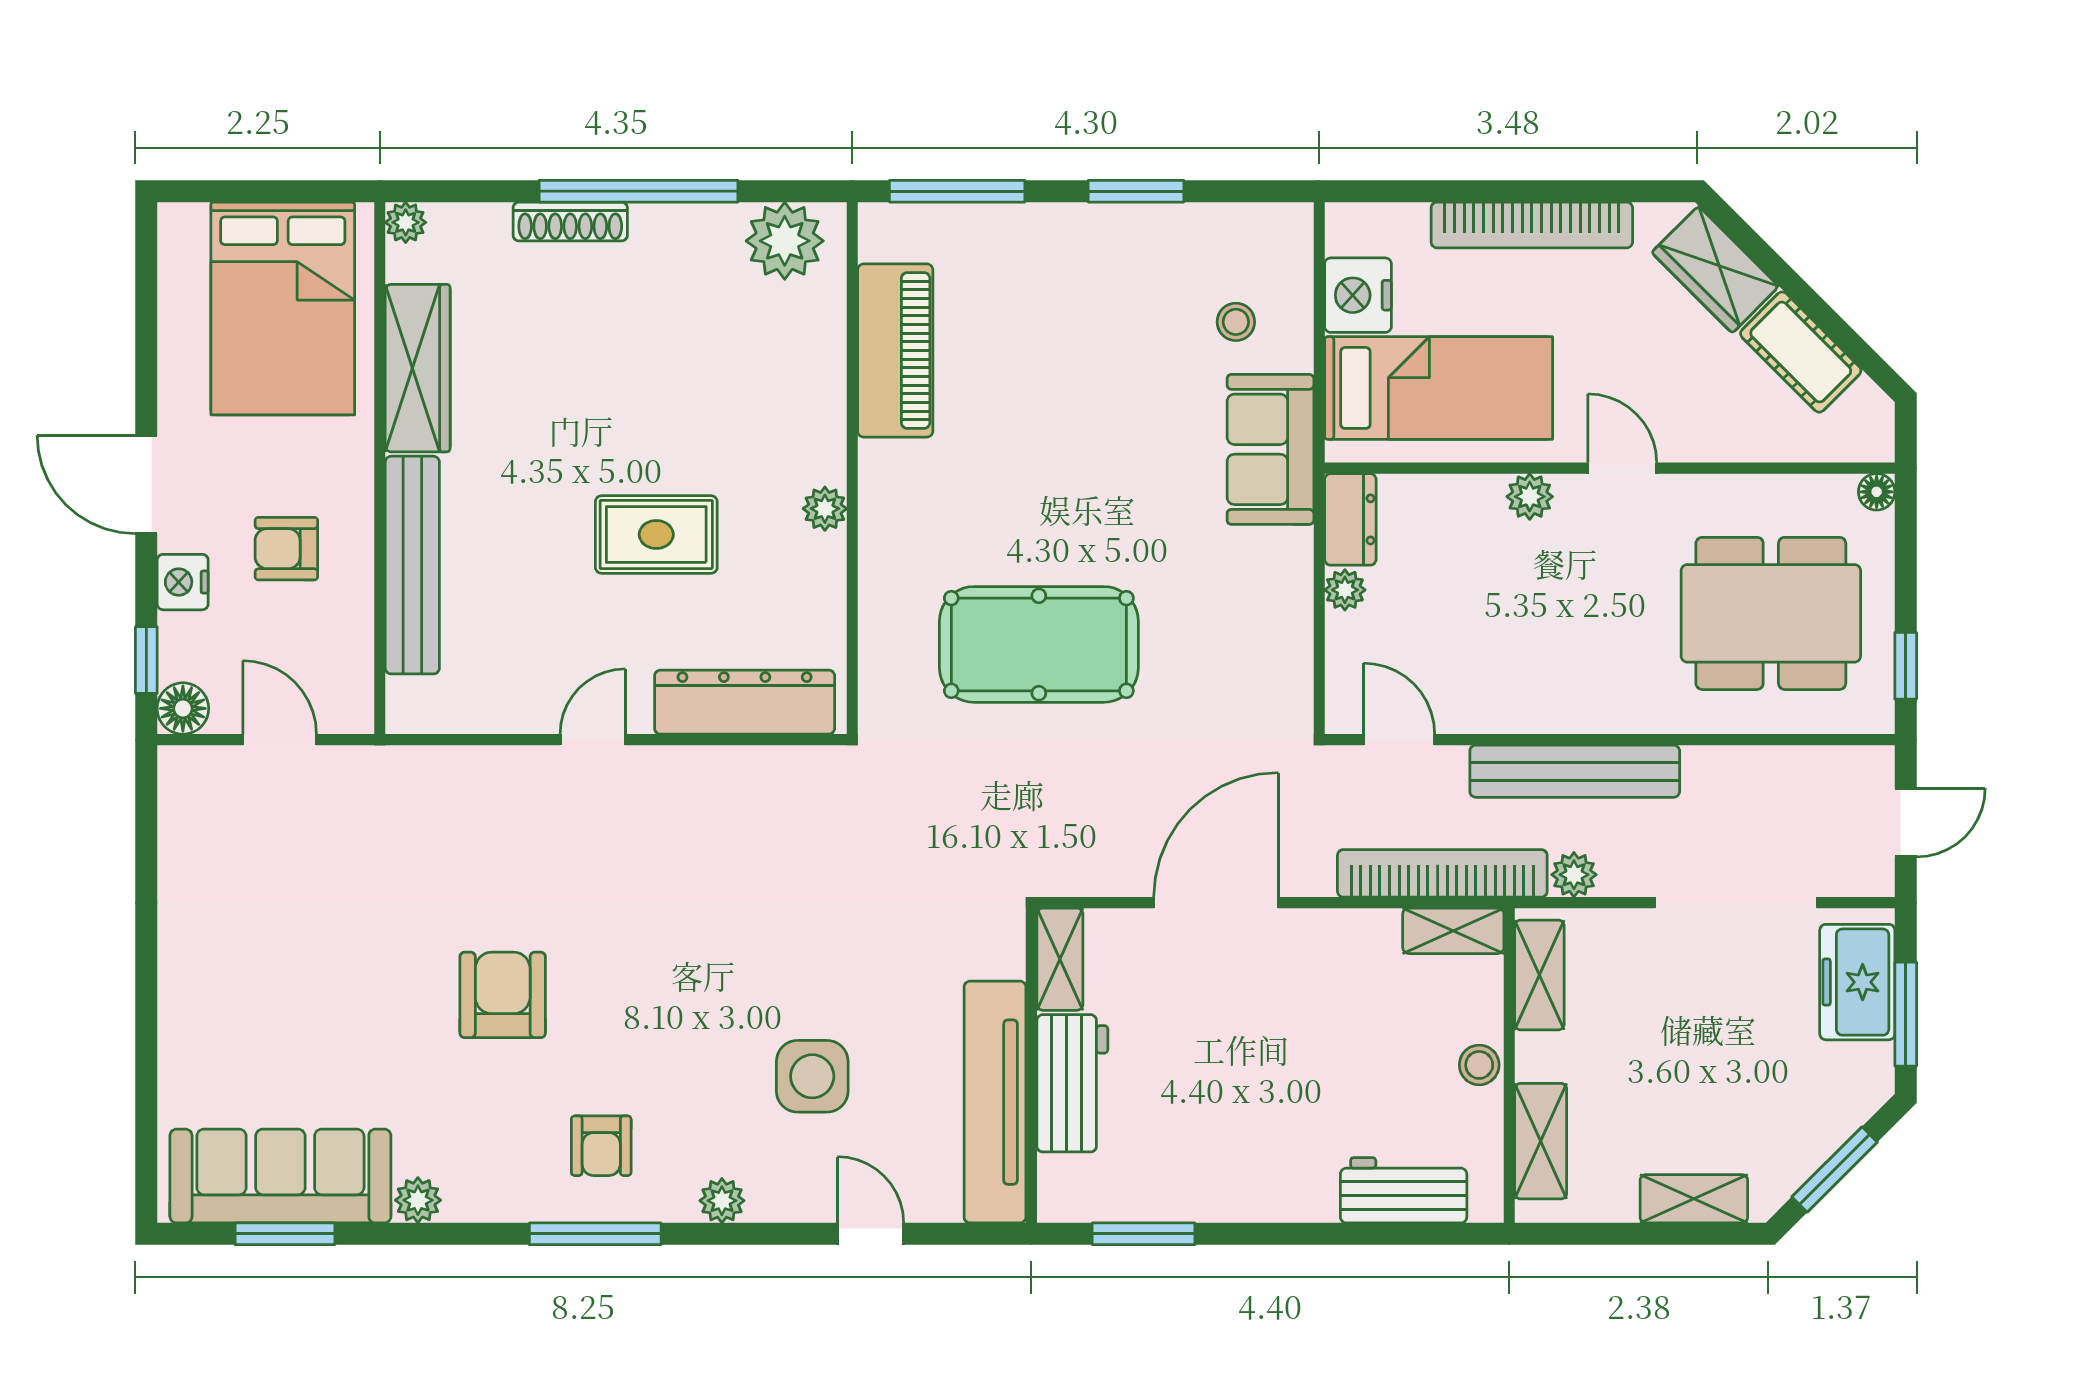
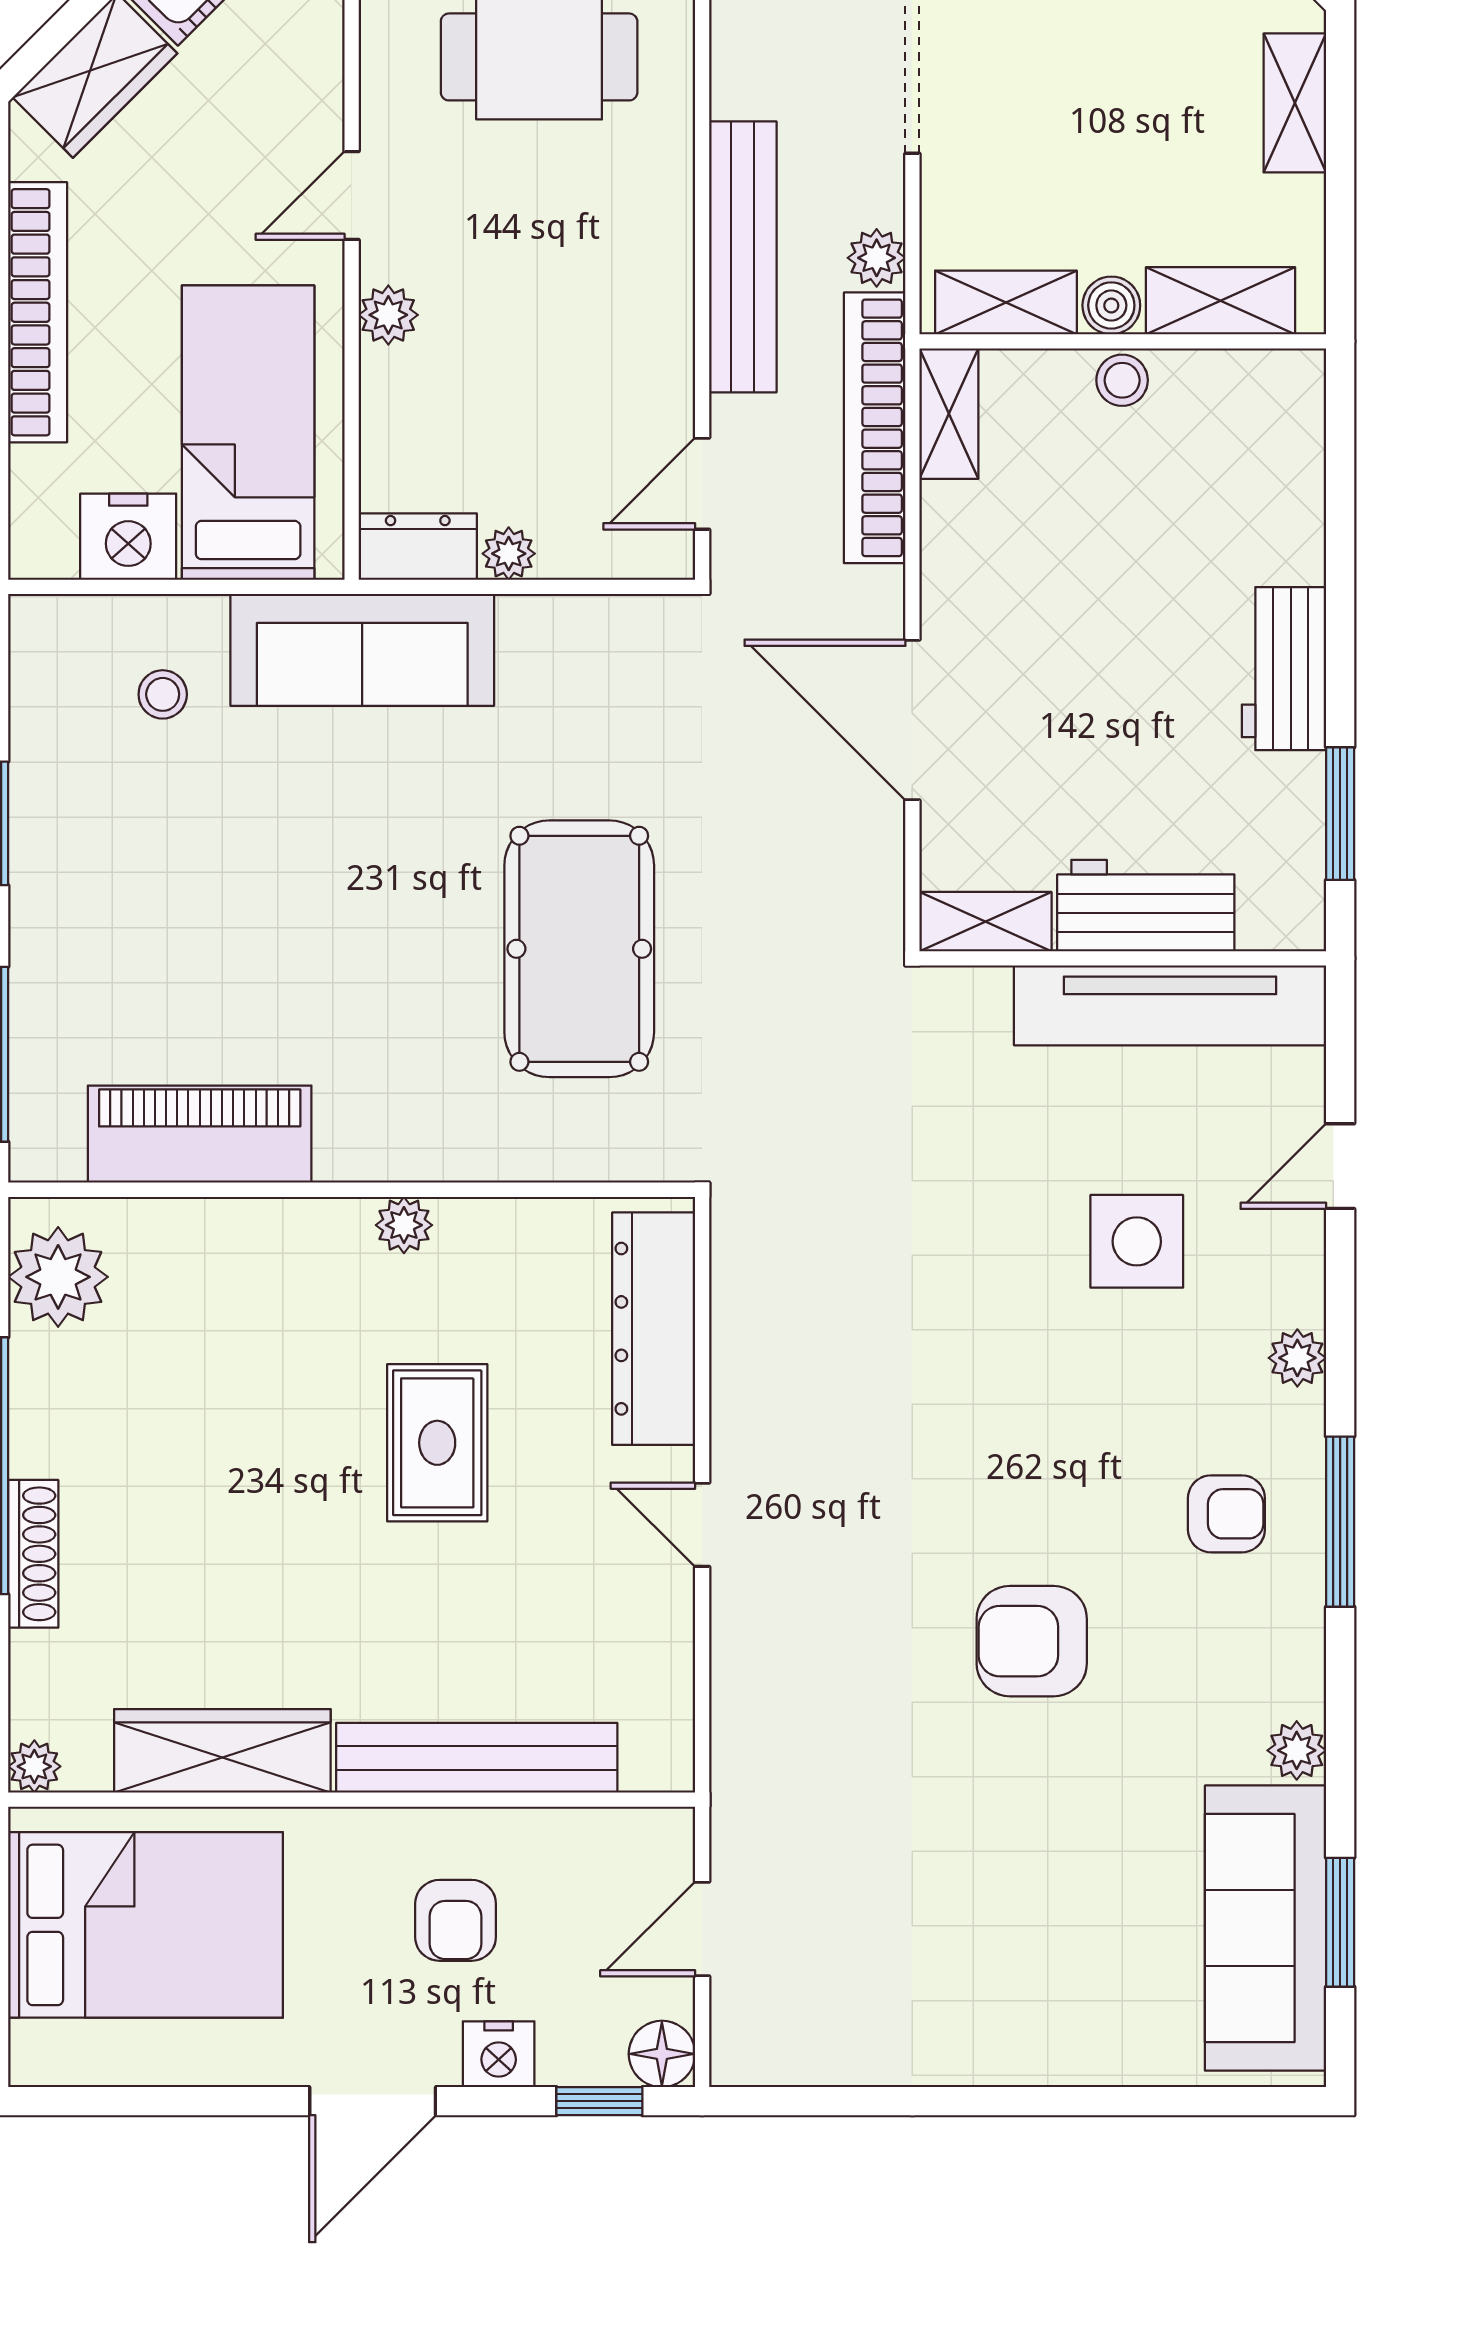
sofa: (1270, 449) -> (362, 650), width x1.36
boiler: (1537, 1057) -> (1111, 305), added
workbench: (1404, 1190) -> (1284, 669), moved

